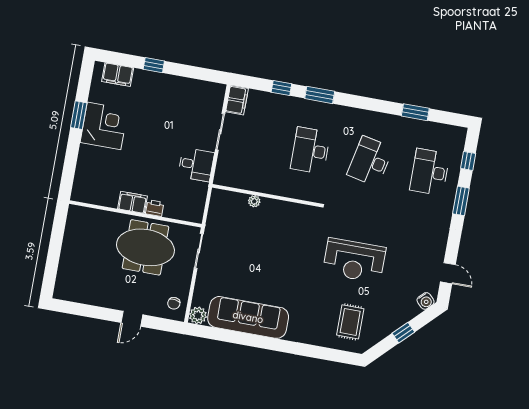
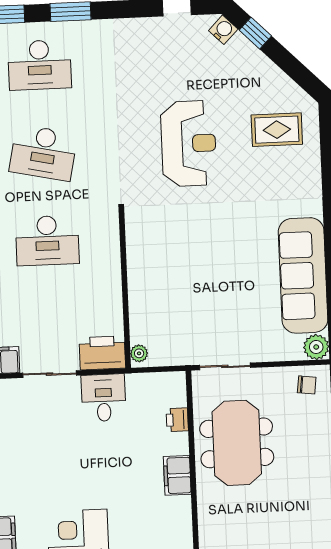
printer: (226, 171) -> (102, 353), added
plant: (254, 201) -> (139, 353), moved
printer: (155, 208) -> (177, 420), moved
window: (403, 333) -> (255, 33), moved

